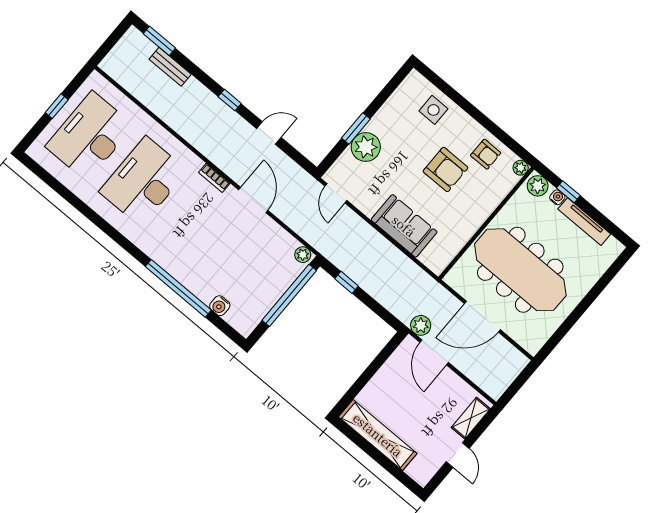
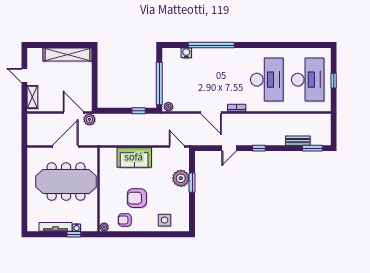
plant: (538, 186) -> (90, 225), removed

